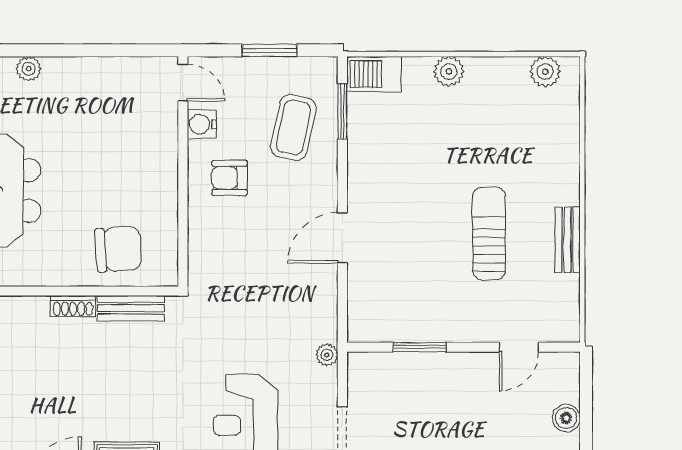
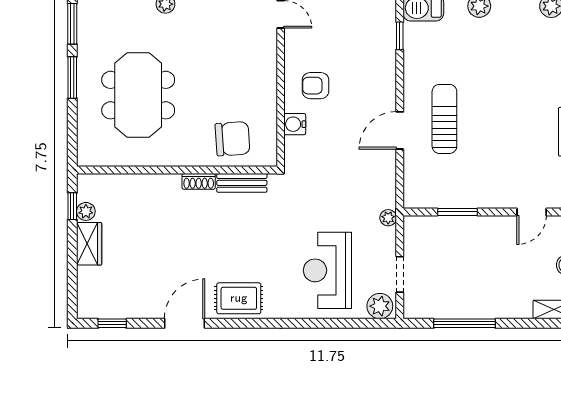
window: (342, 111) -> (400, 36), width x0.67
water cooler: (202, 124) -> (295, 124), moved
coffee table: (293, 128) -> (363, 48), removed
sun lounger: (489, 233) -> (444, 119), moved

